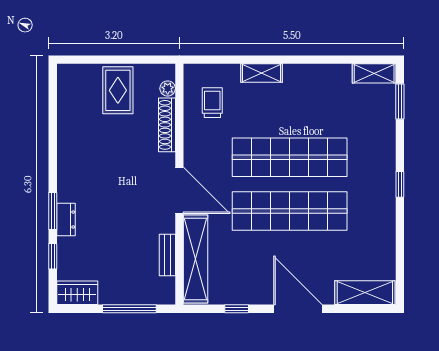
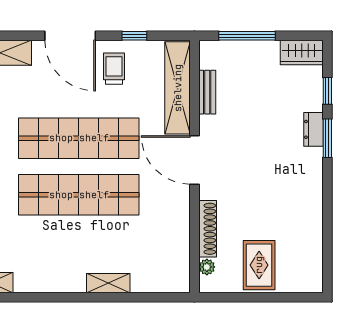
trolley: (212, 103) -> (114, 69), moved, turned 180

